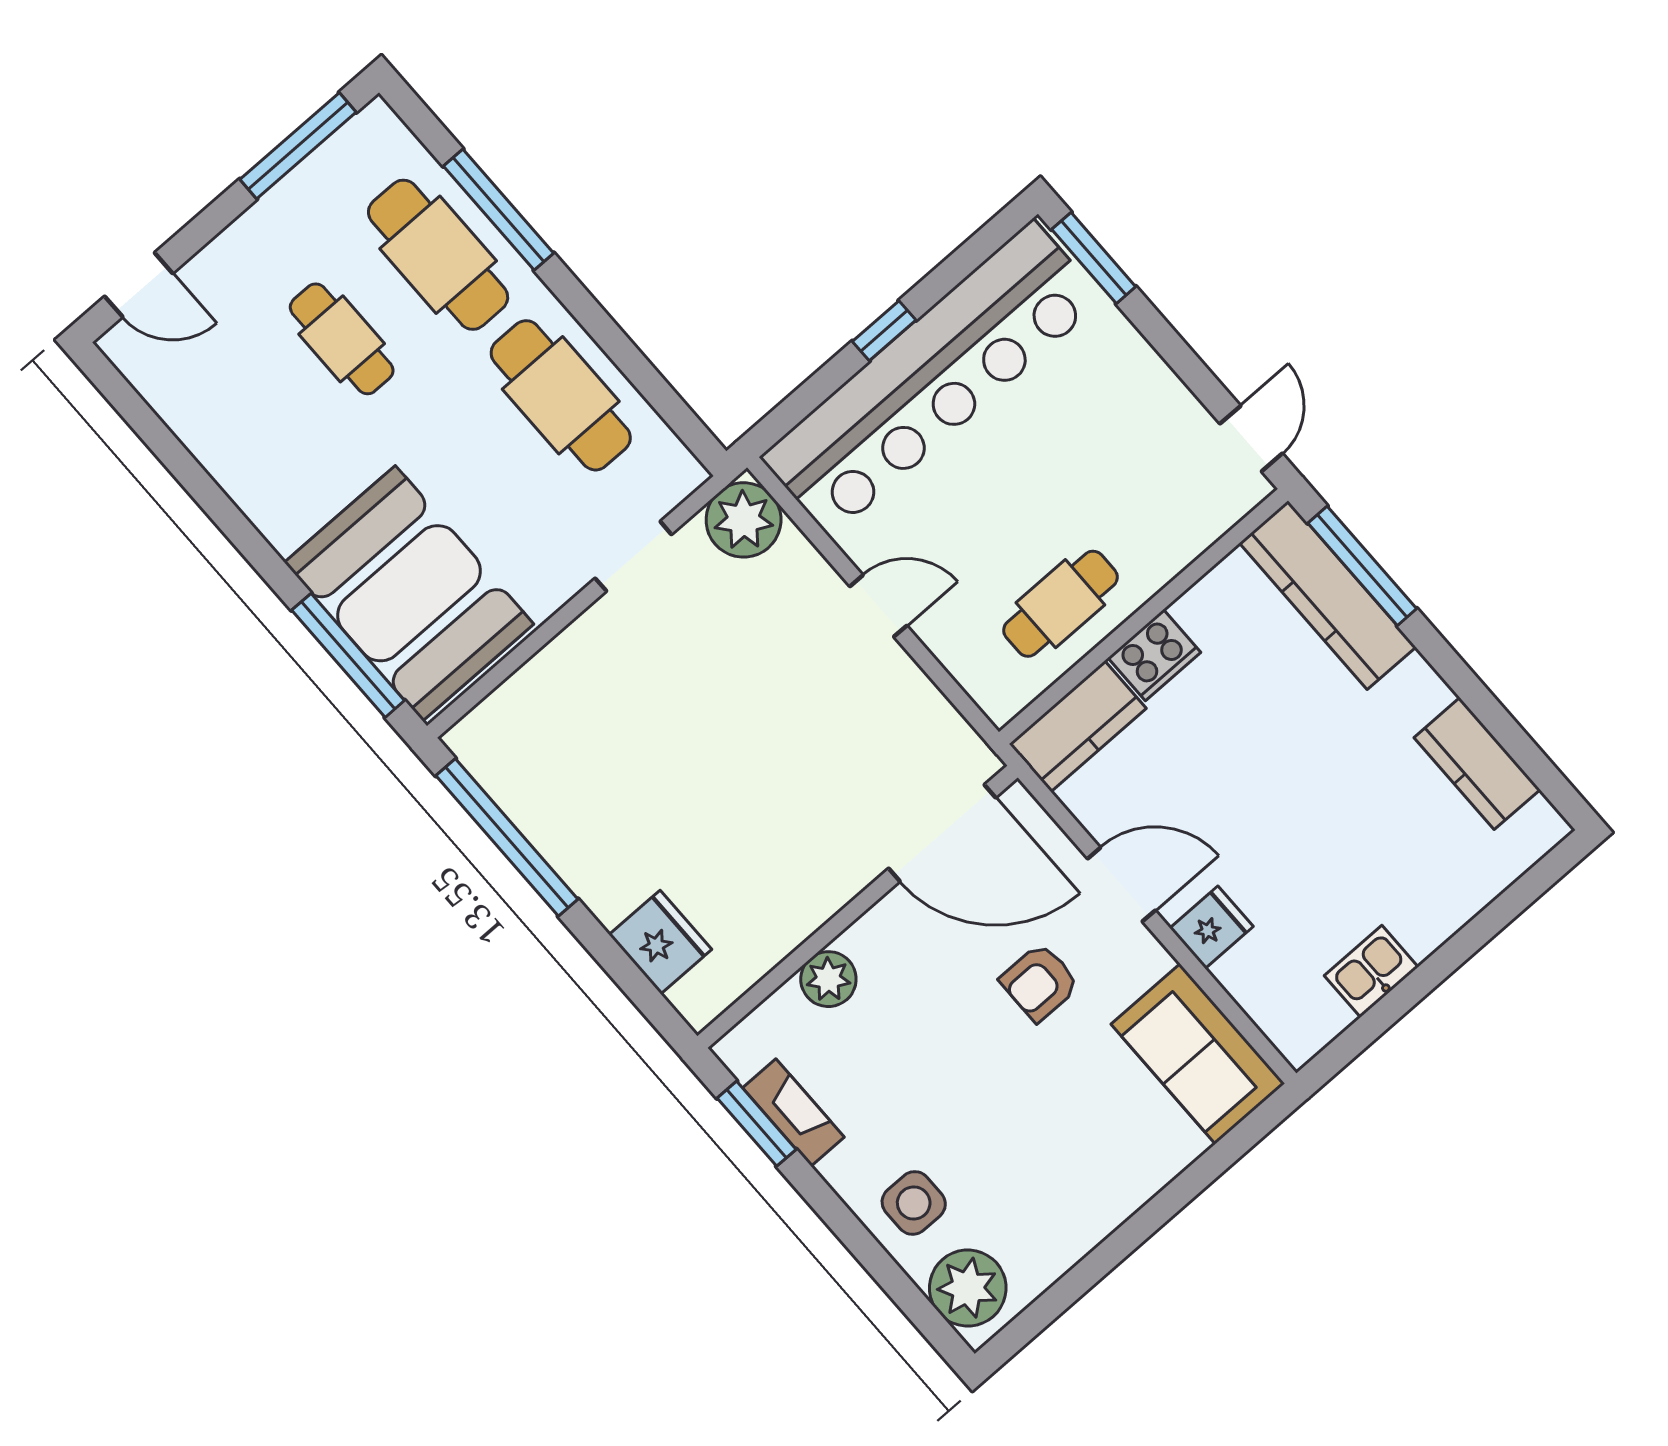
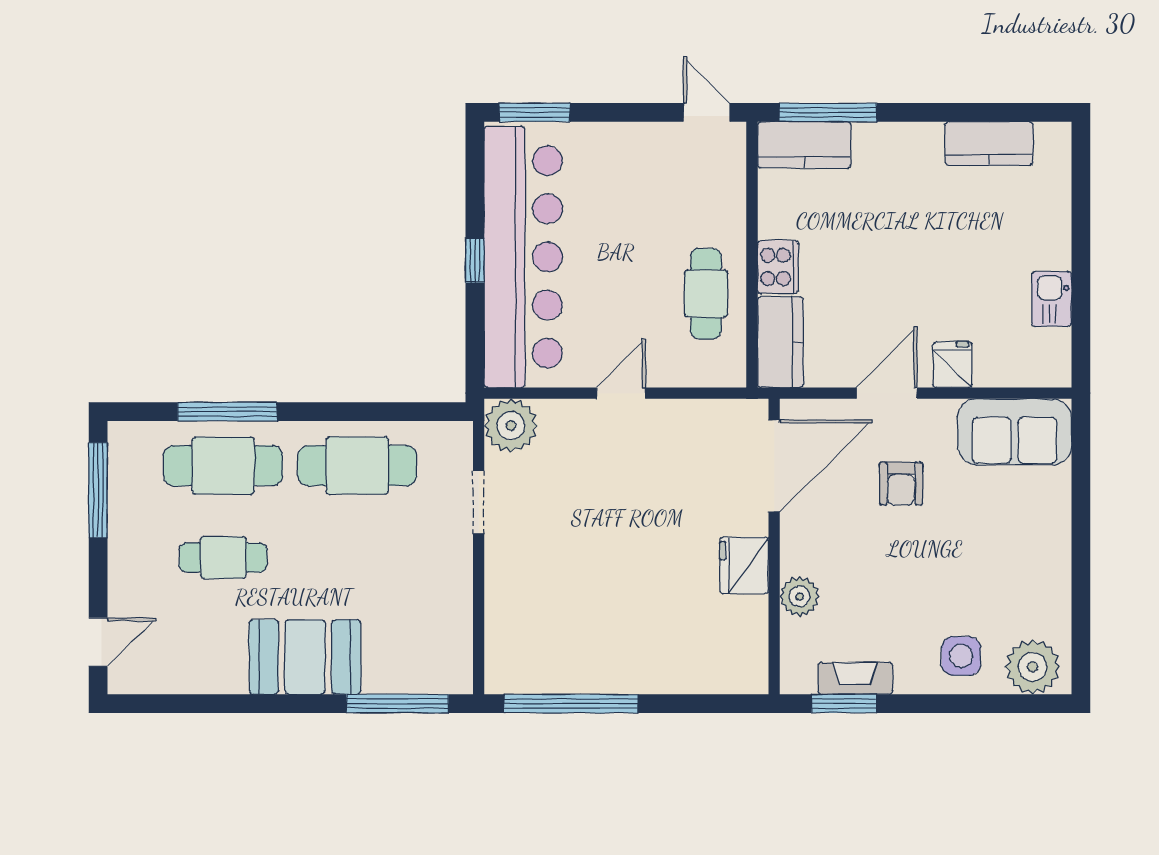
booth: (409, 593) -> (305, 657), moved, width x0.73, depth x0.70
kitchen counter: (1328, 595) -> (804, 145), width x0.67
fridge: (660, 942) -> (744, 565), moved, turned -90

